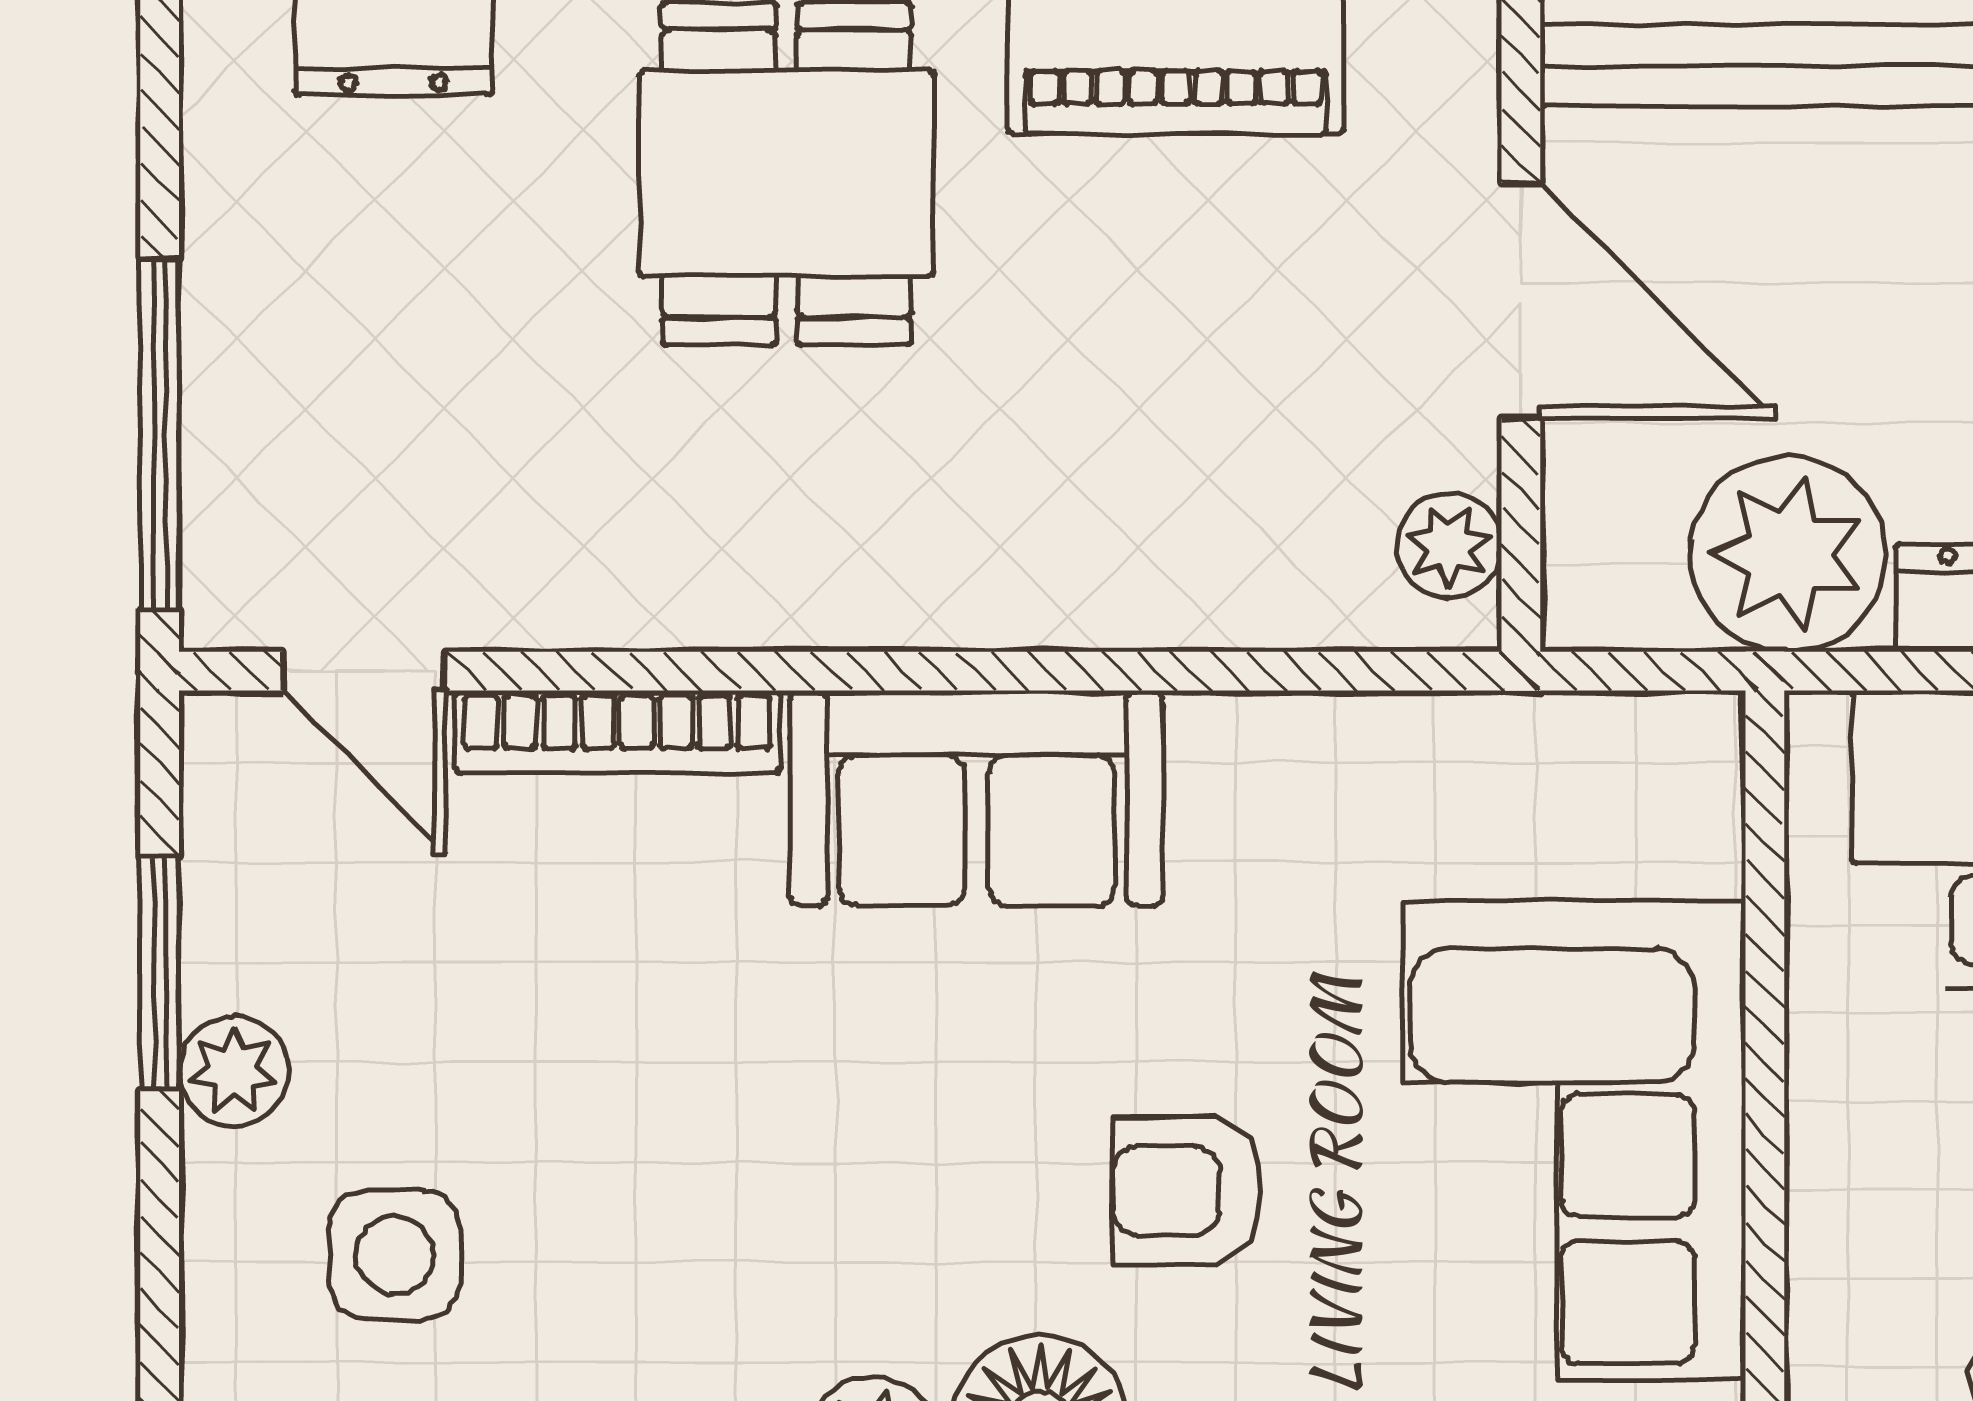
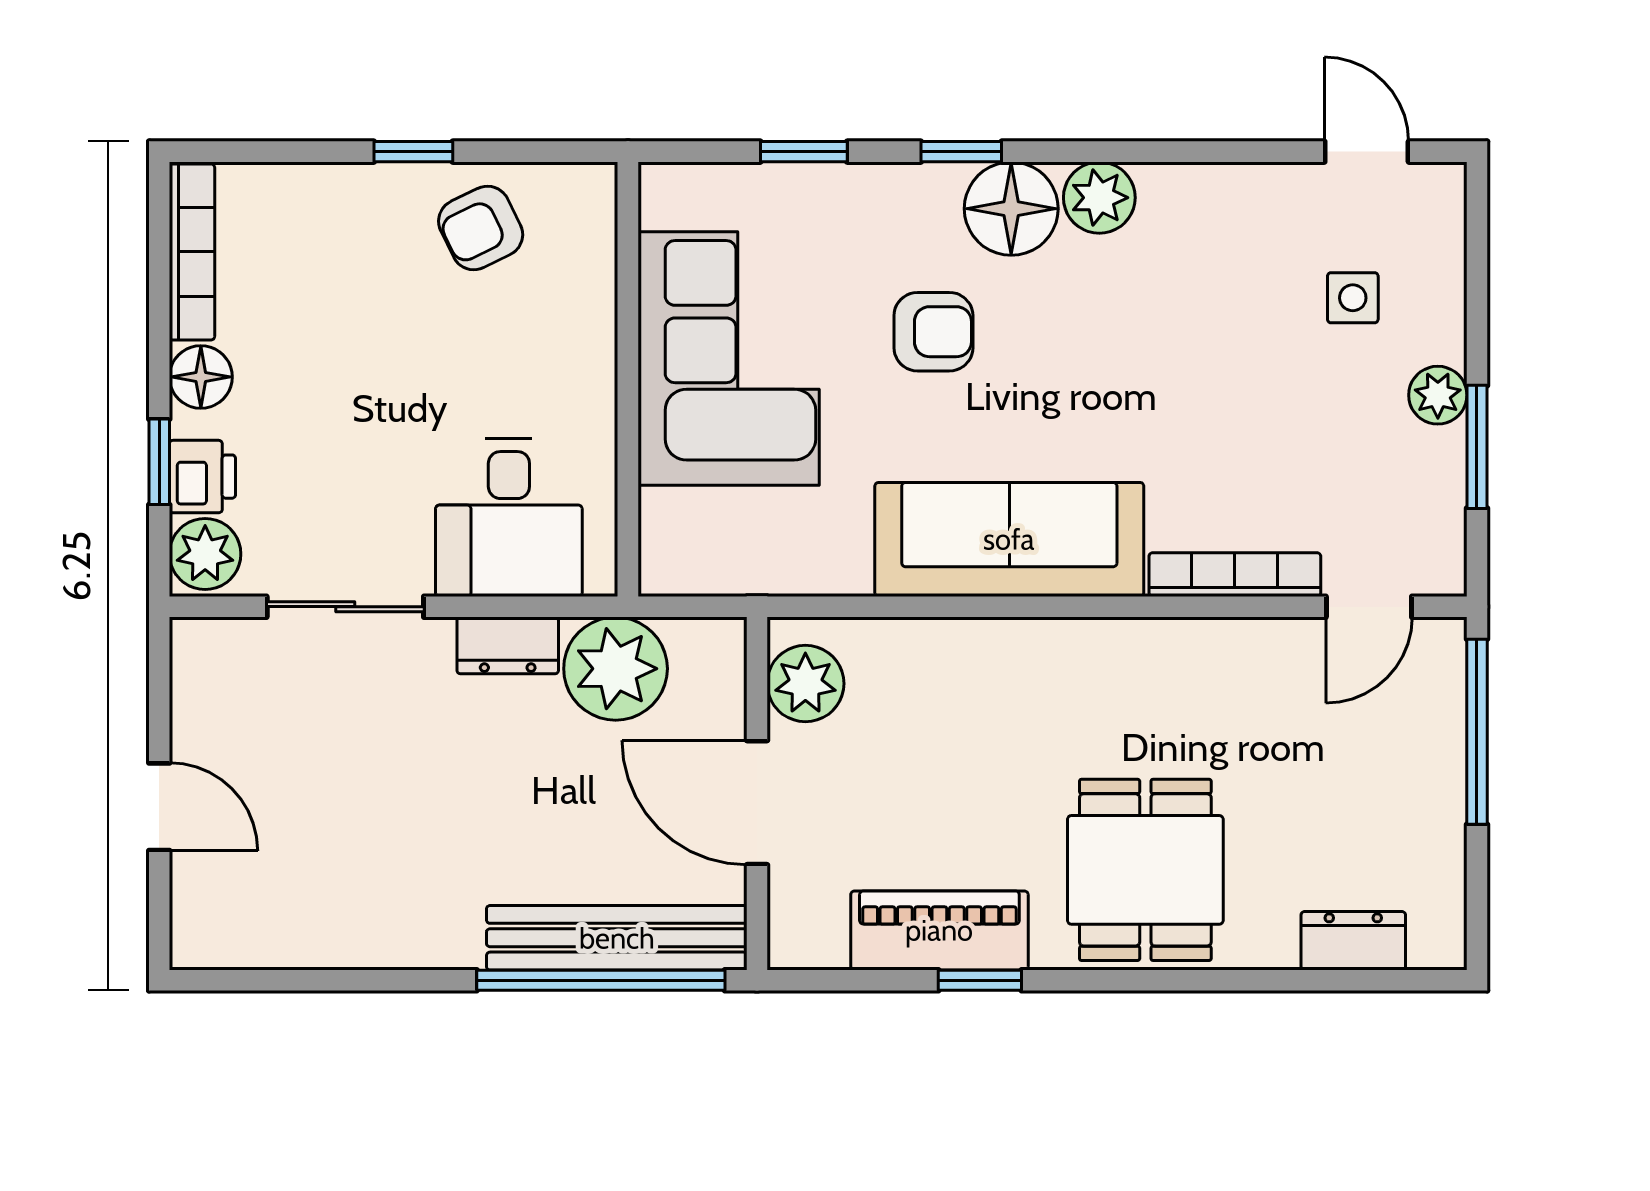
plant: (1449, 546) -> (805, 684), width x1.38, depth x1.38
door: (364, 671) -> (1369, 607), swing flipped
sofa: (976, 798) -> (1009, 539), width x1.36
side table: (394, 1255) -> (1353, 298), width x0.73, depth x0.73

